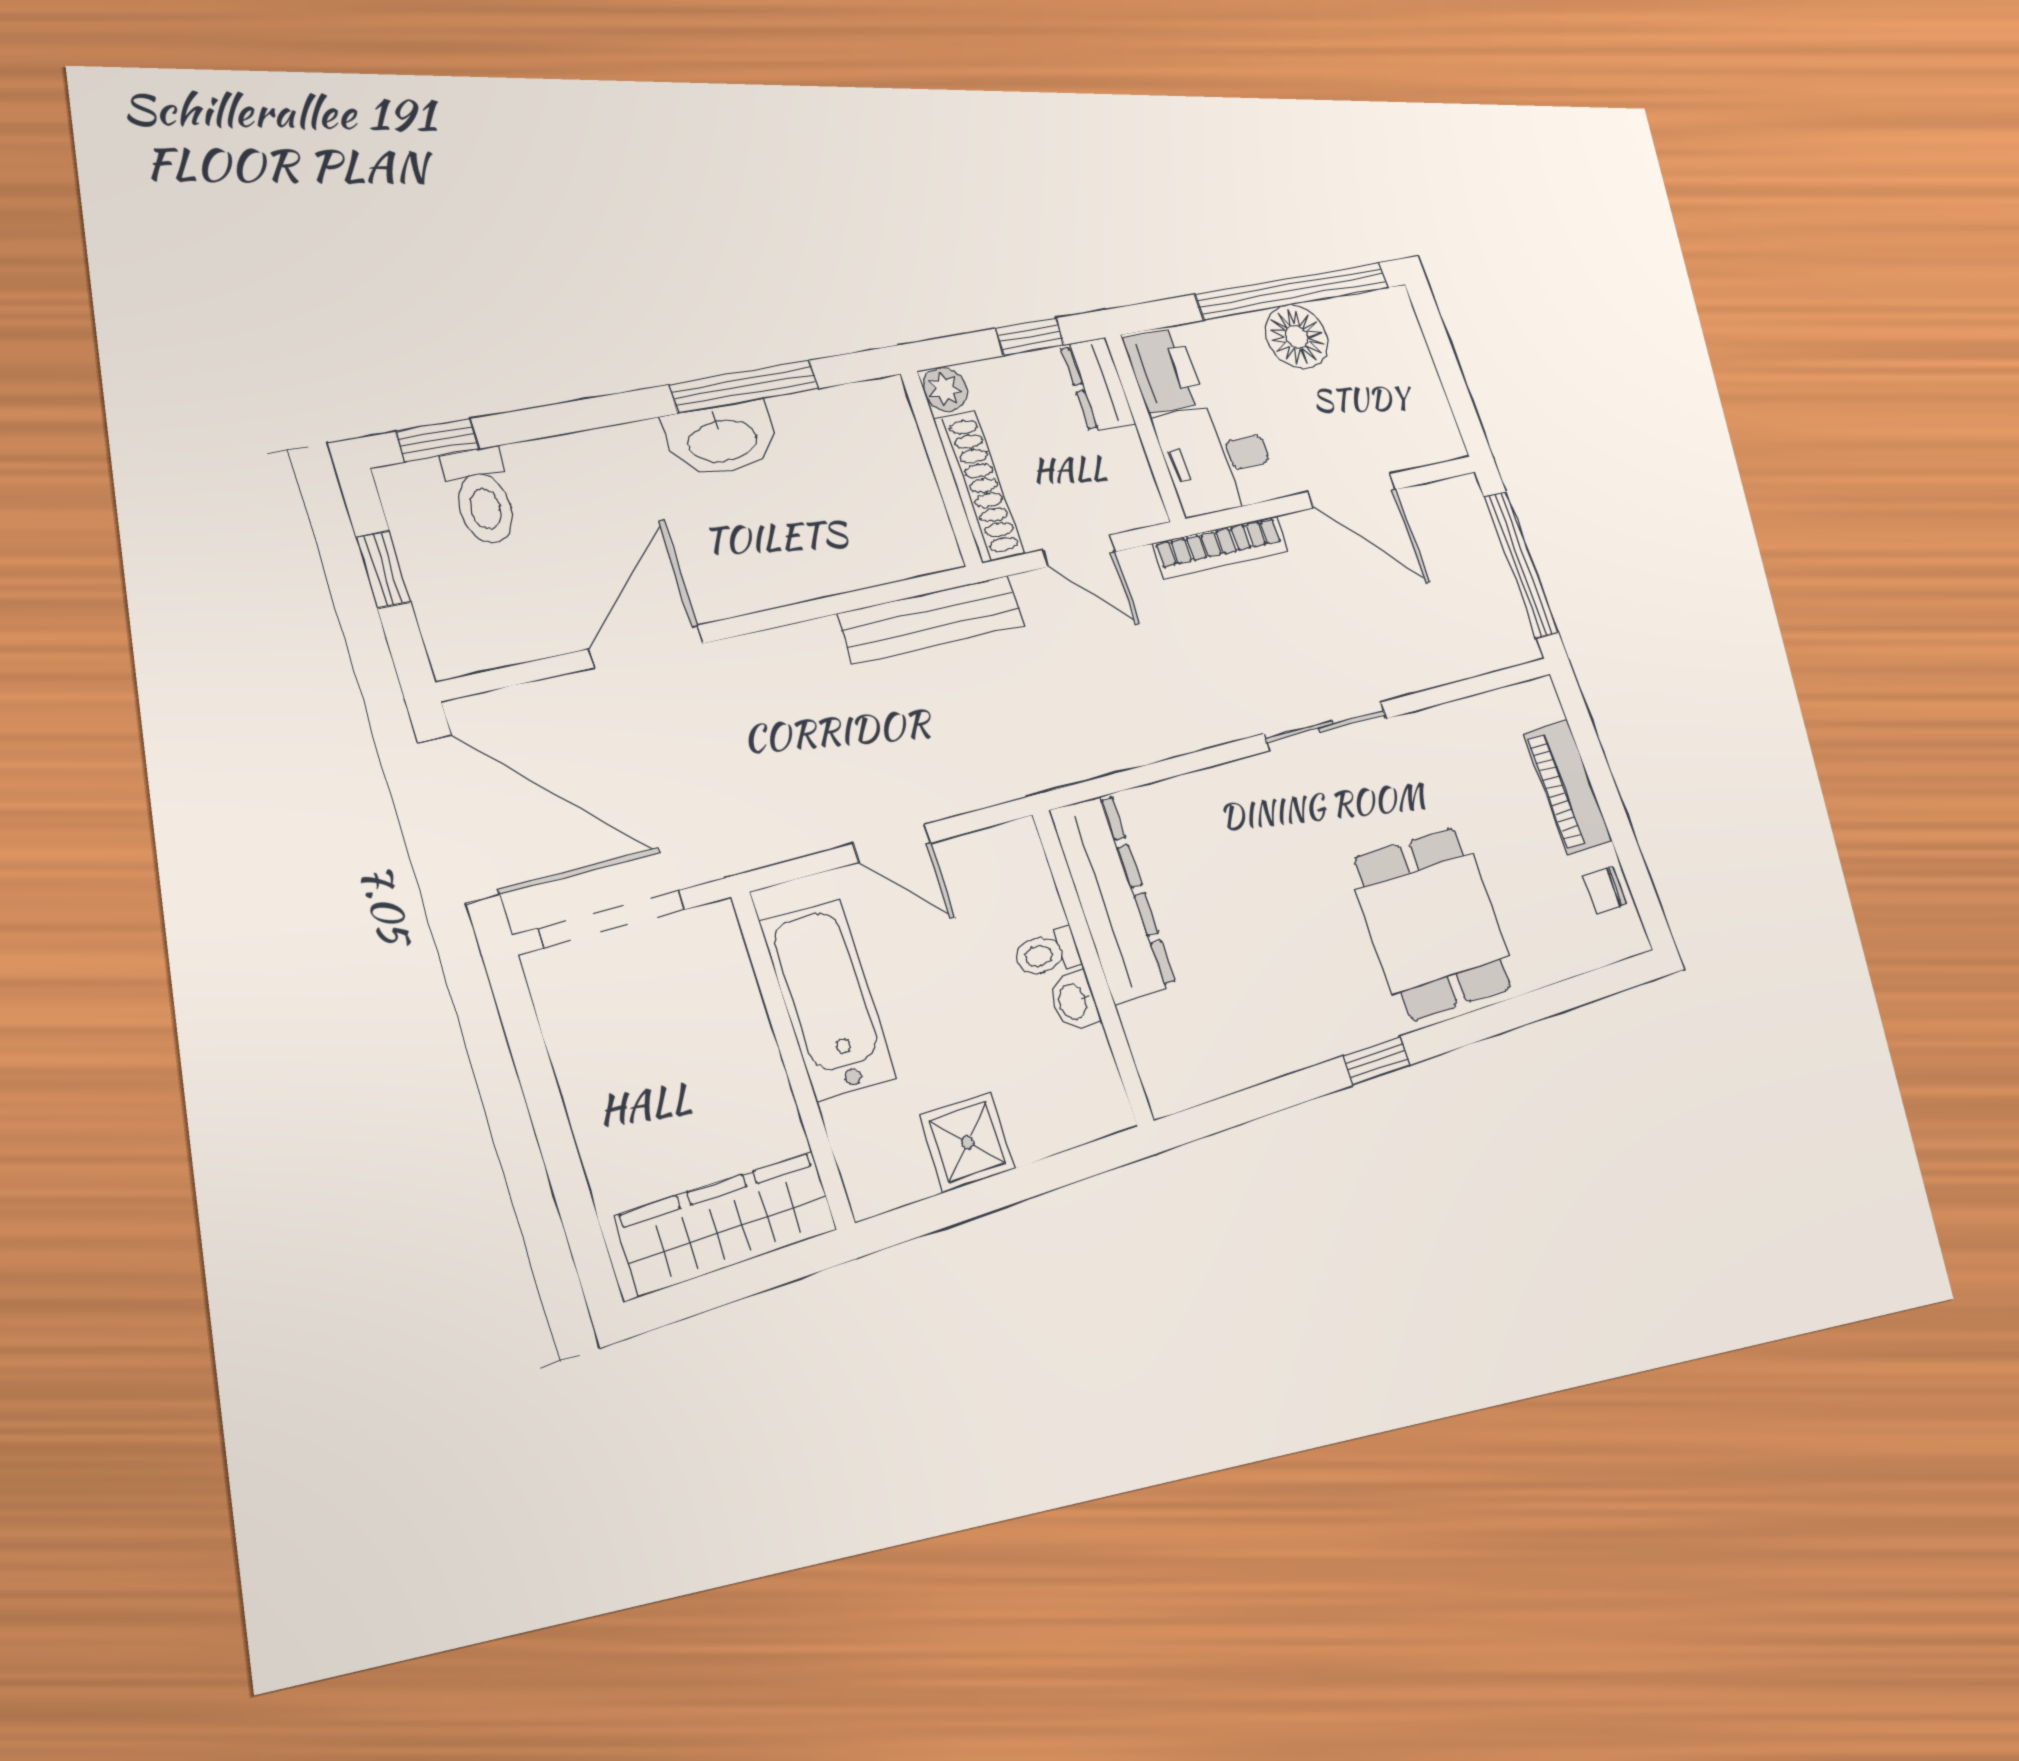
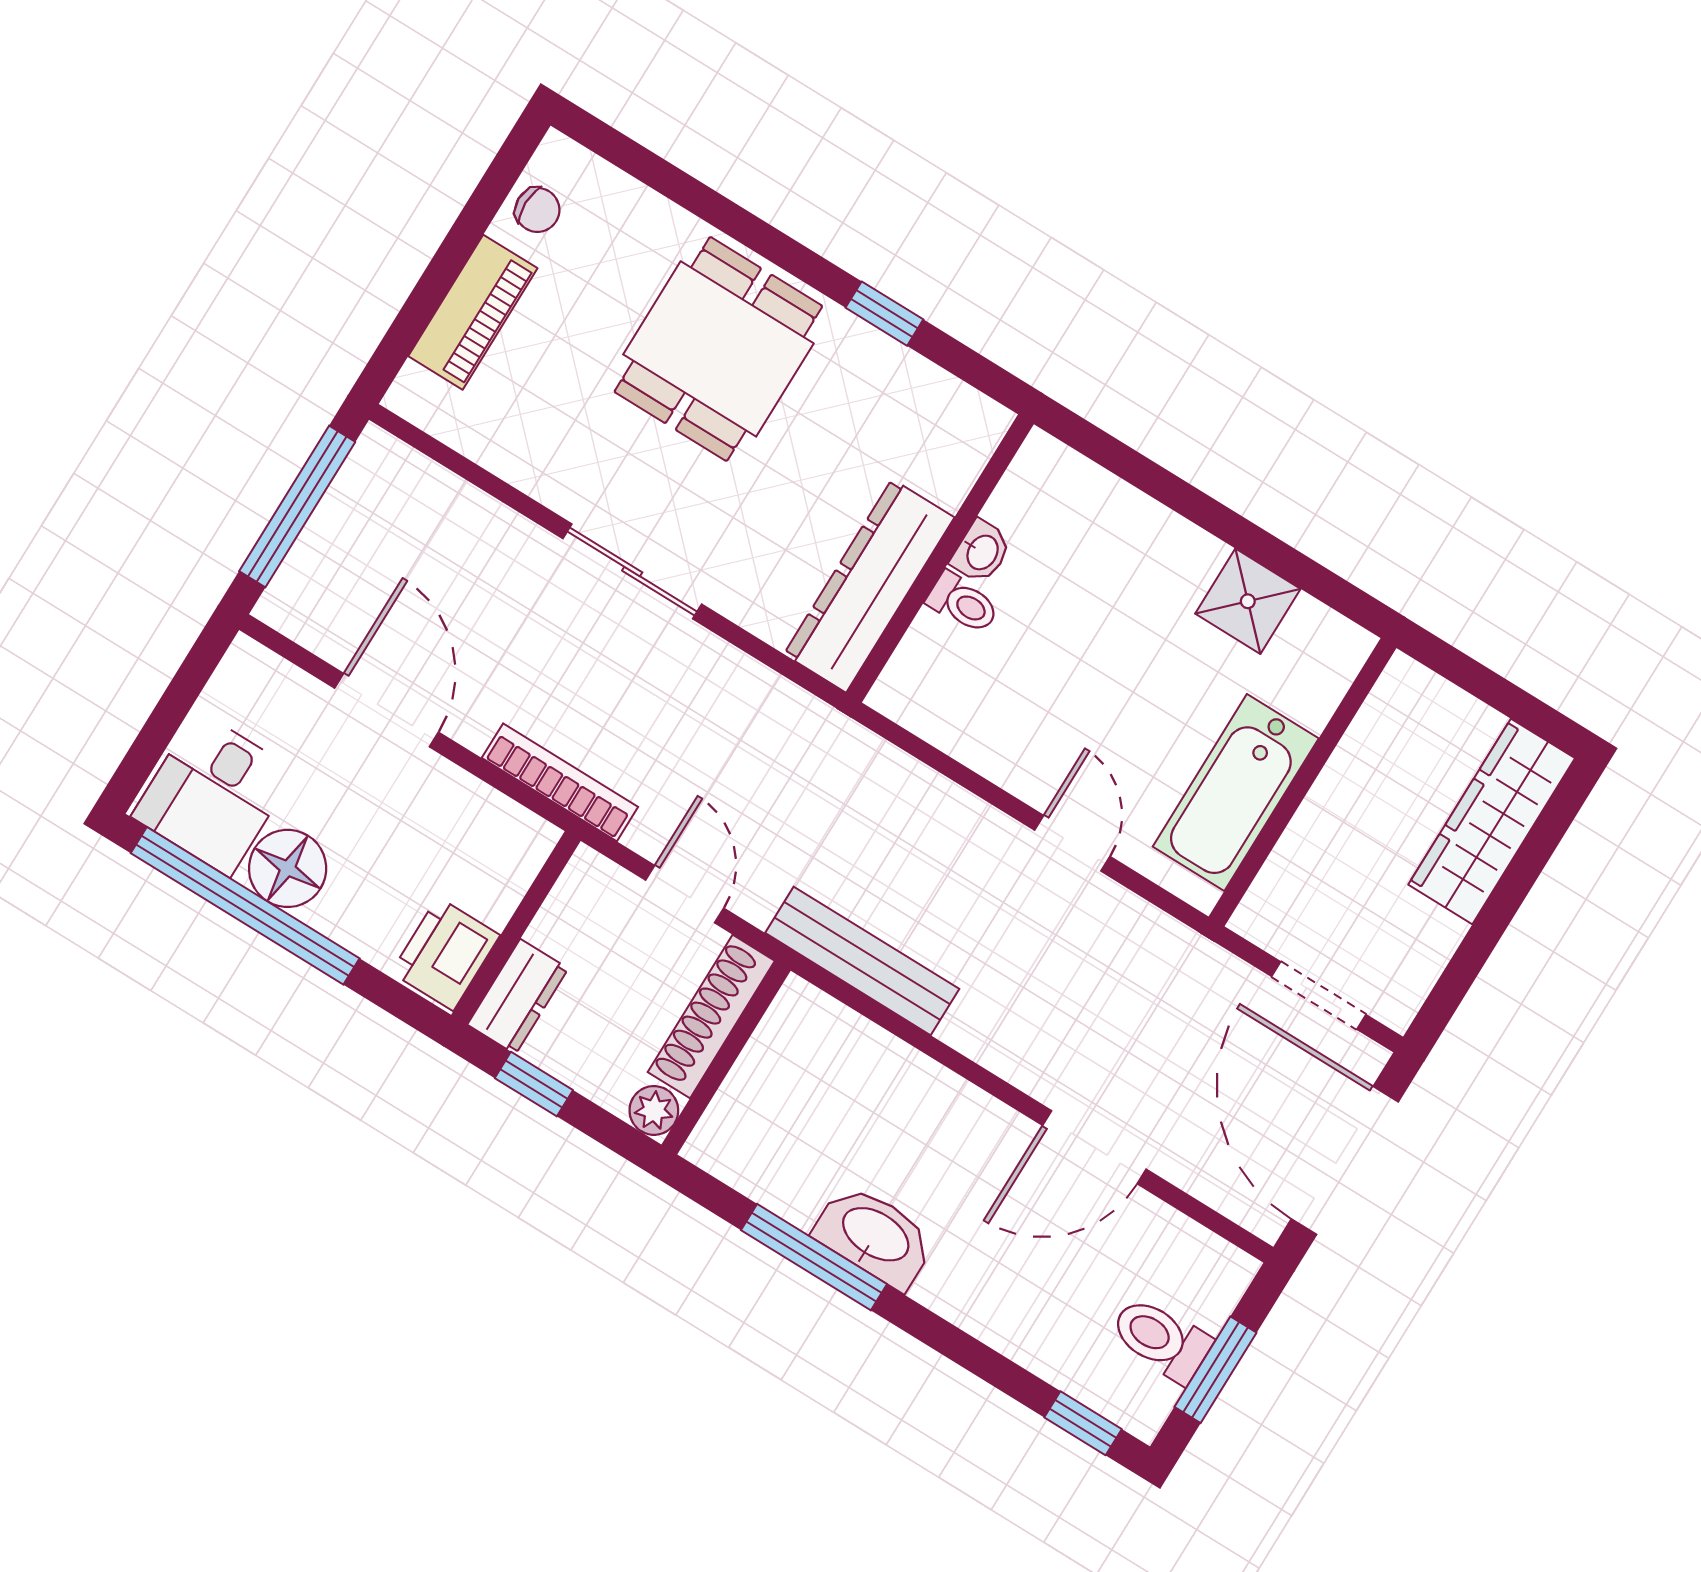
desk: (1217, 458) -> (214, 794), moved, turned 90
toilet: (482, 496) -> (1161, 1339), moved, turned -90
window: (383, 569) -> (1215, 1370), width x1.50
dresser: (1113, 898) -> (869, 586), moved
doorway: (612, 919) -> (1319, 995), width x0.73
toilet: (1047, 953) -> (963, 603), moved
wall: (1093, 967) -> (940, 558), moved
washbasin: (1074, 1001) -> (981, 552), moved
wardrobe: (727, 1223) -> (1492, 821), moved, turned 90

